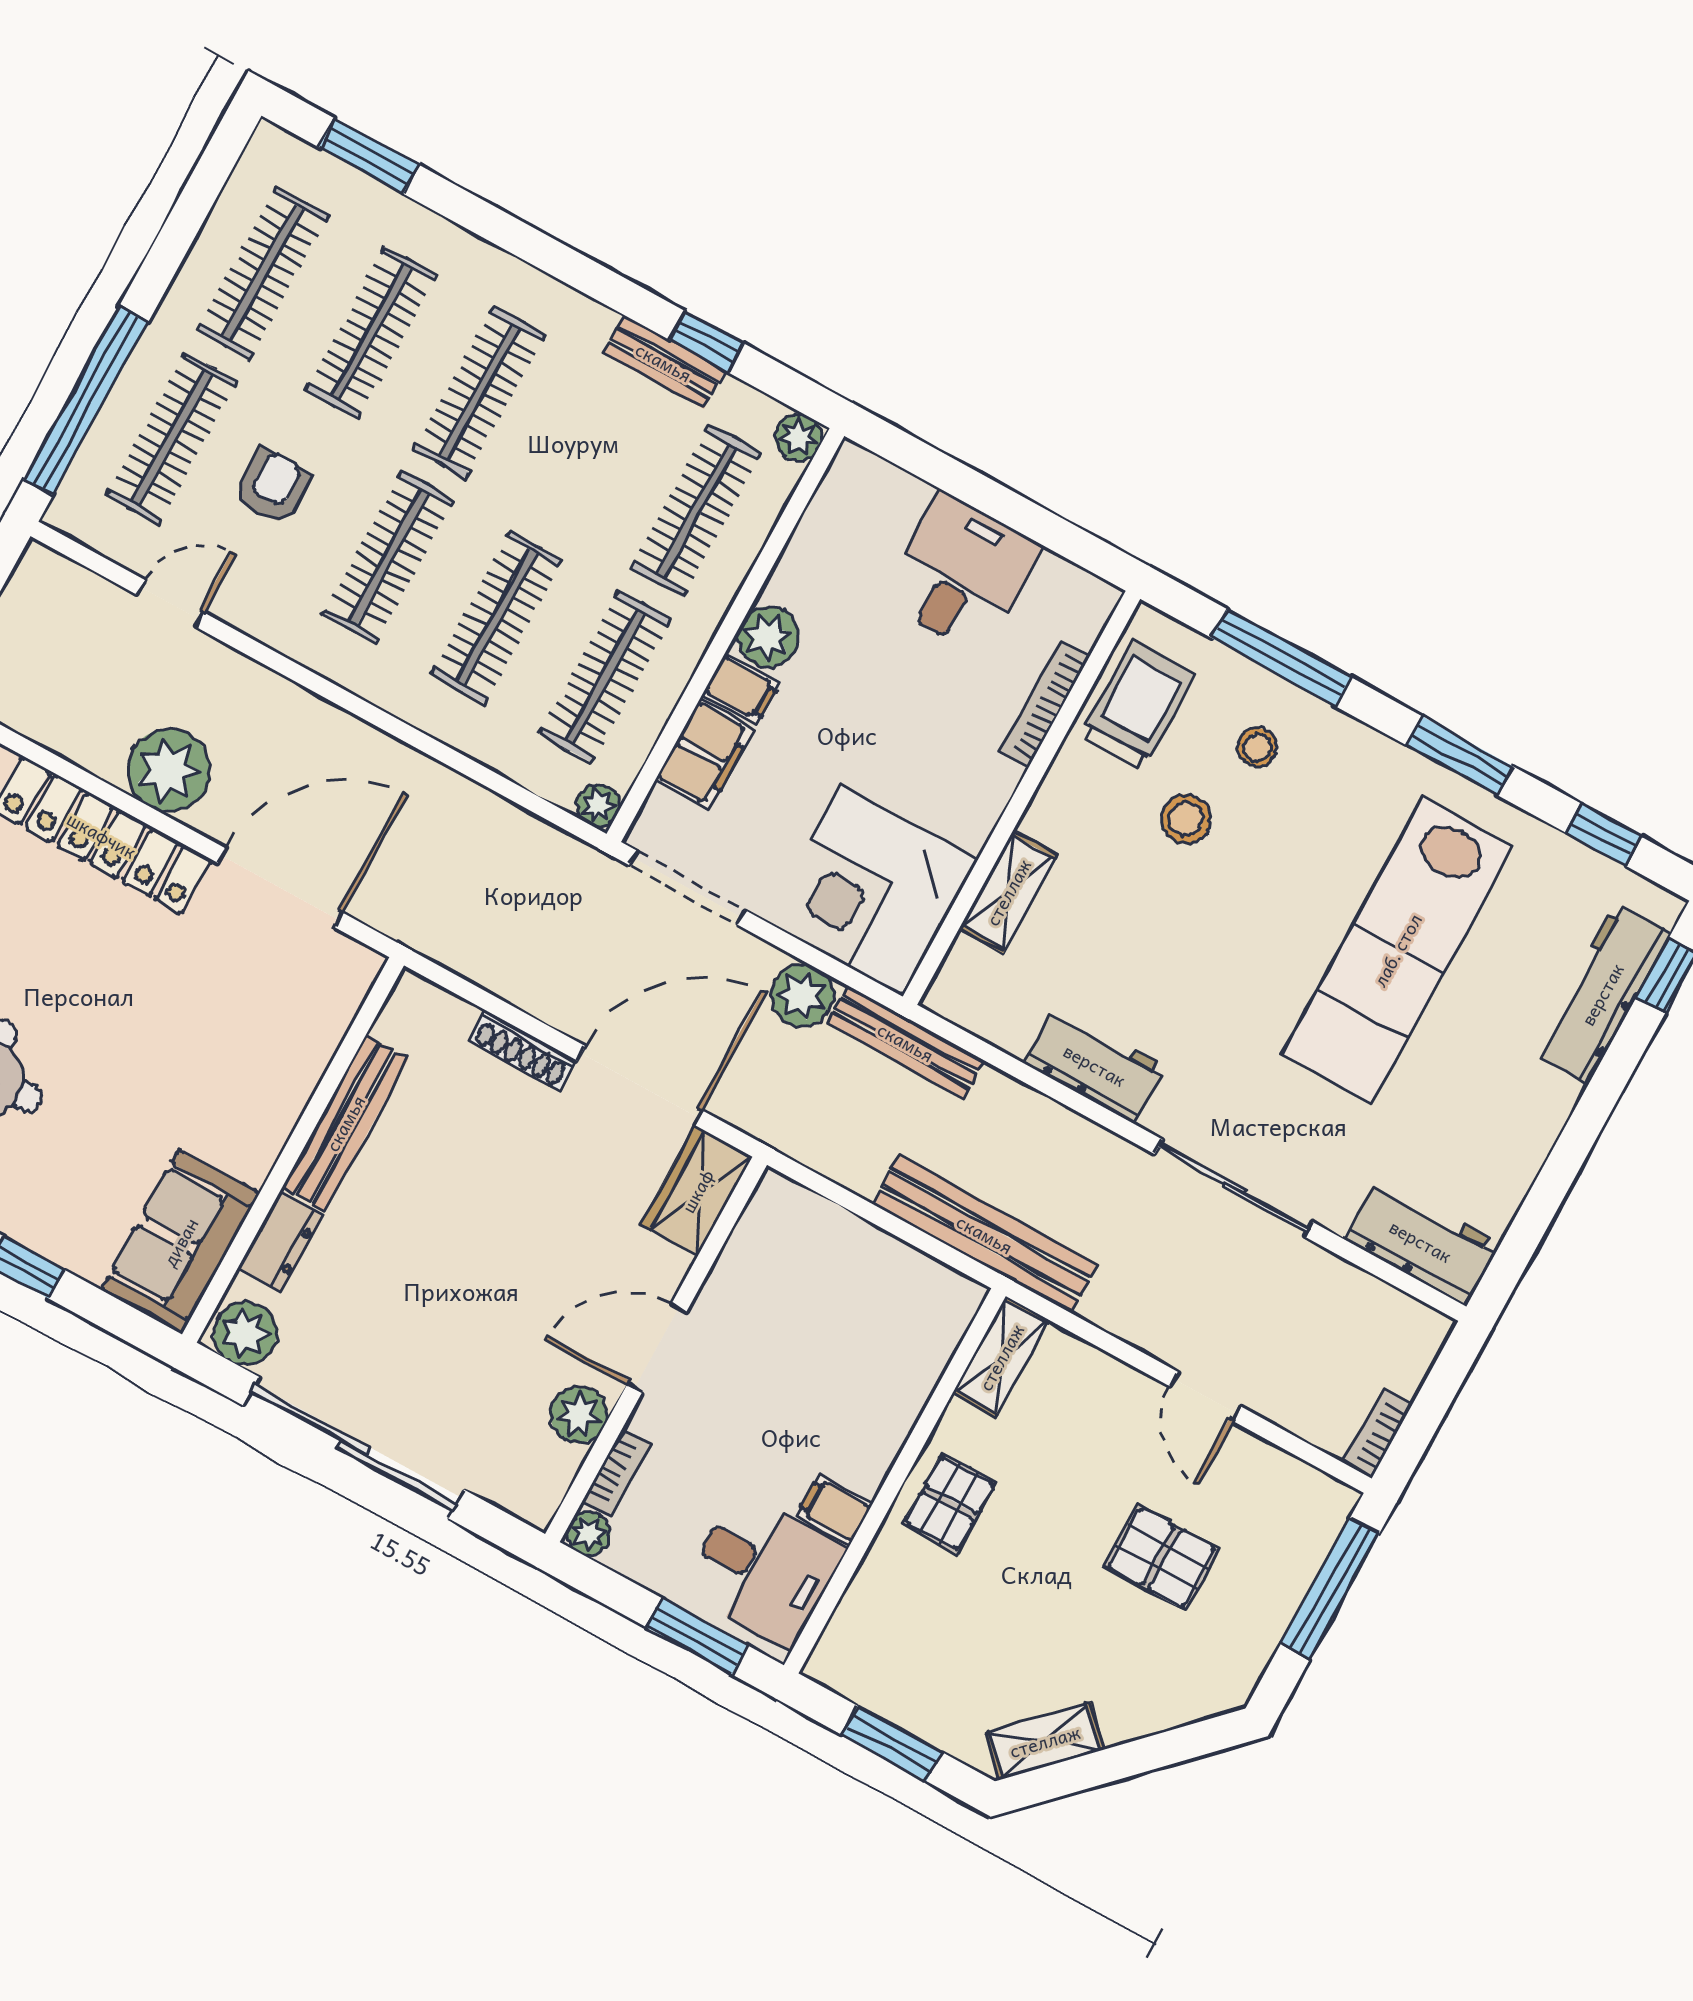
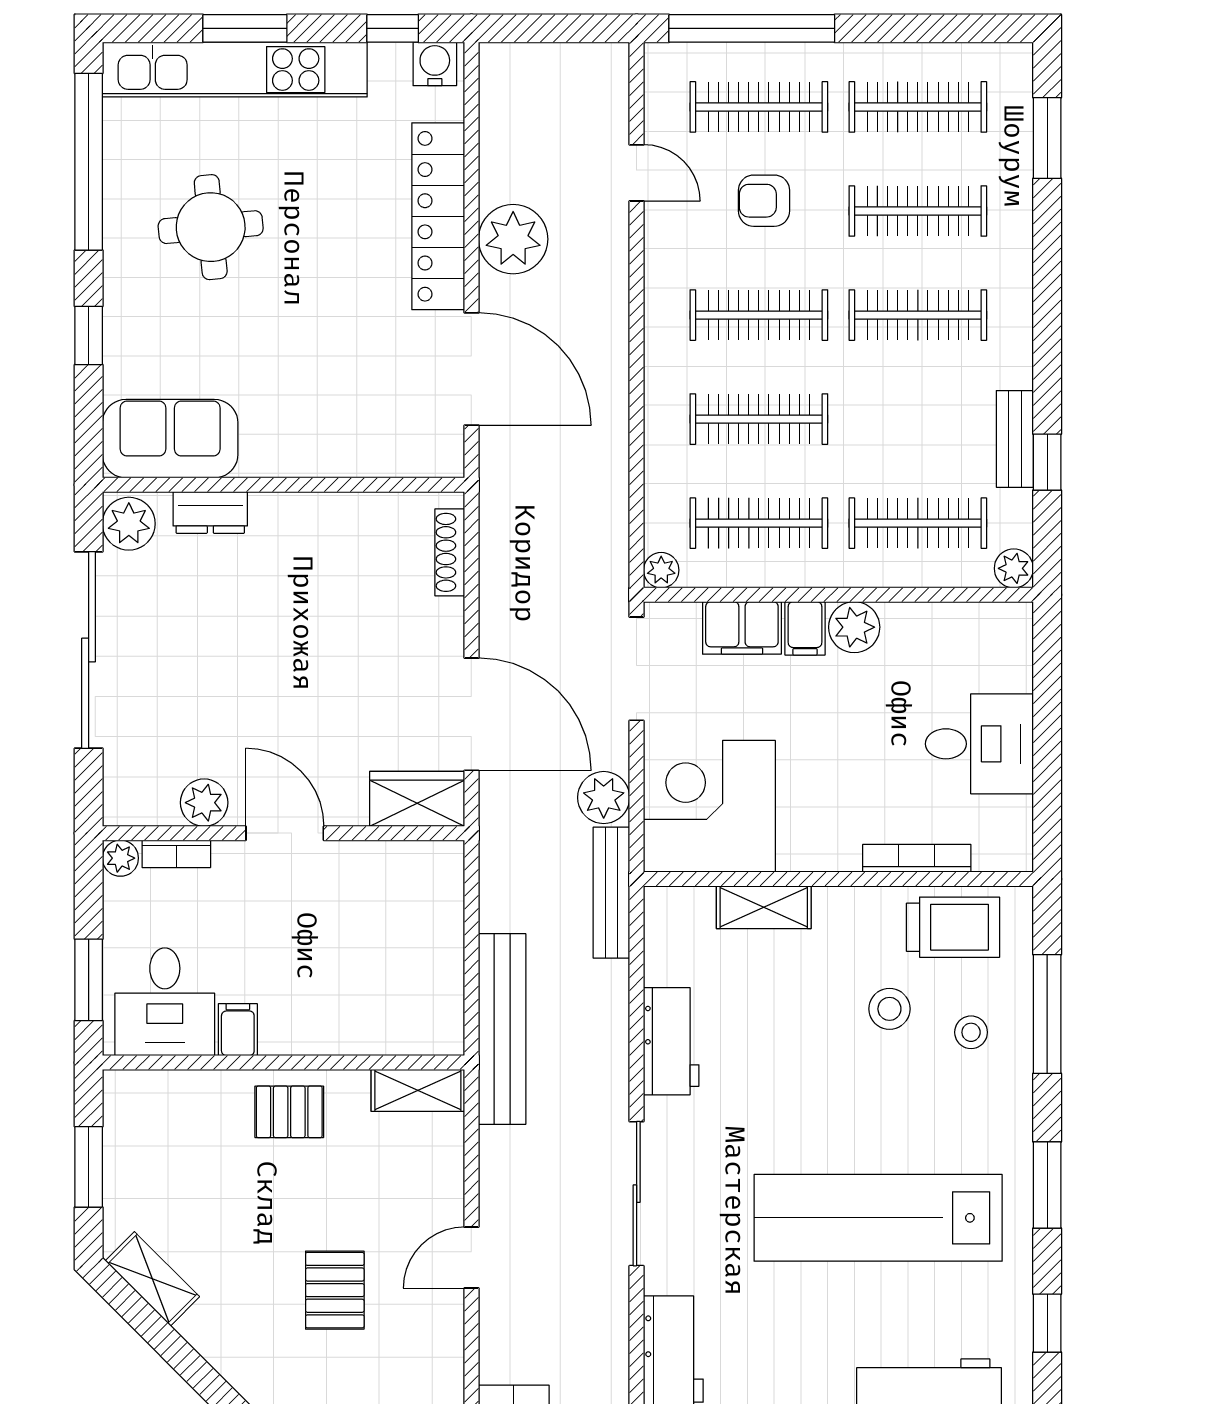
armchair: (272, 487) -> (764, 201), turned 180
shoe rack: (522, 1050) -> (450, 552), moved
bench: (345, 1123) -> (324, 512), removed

